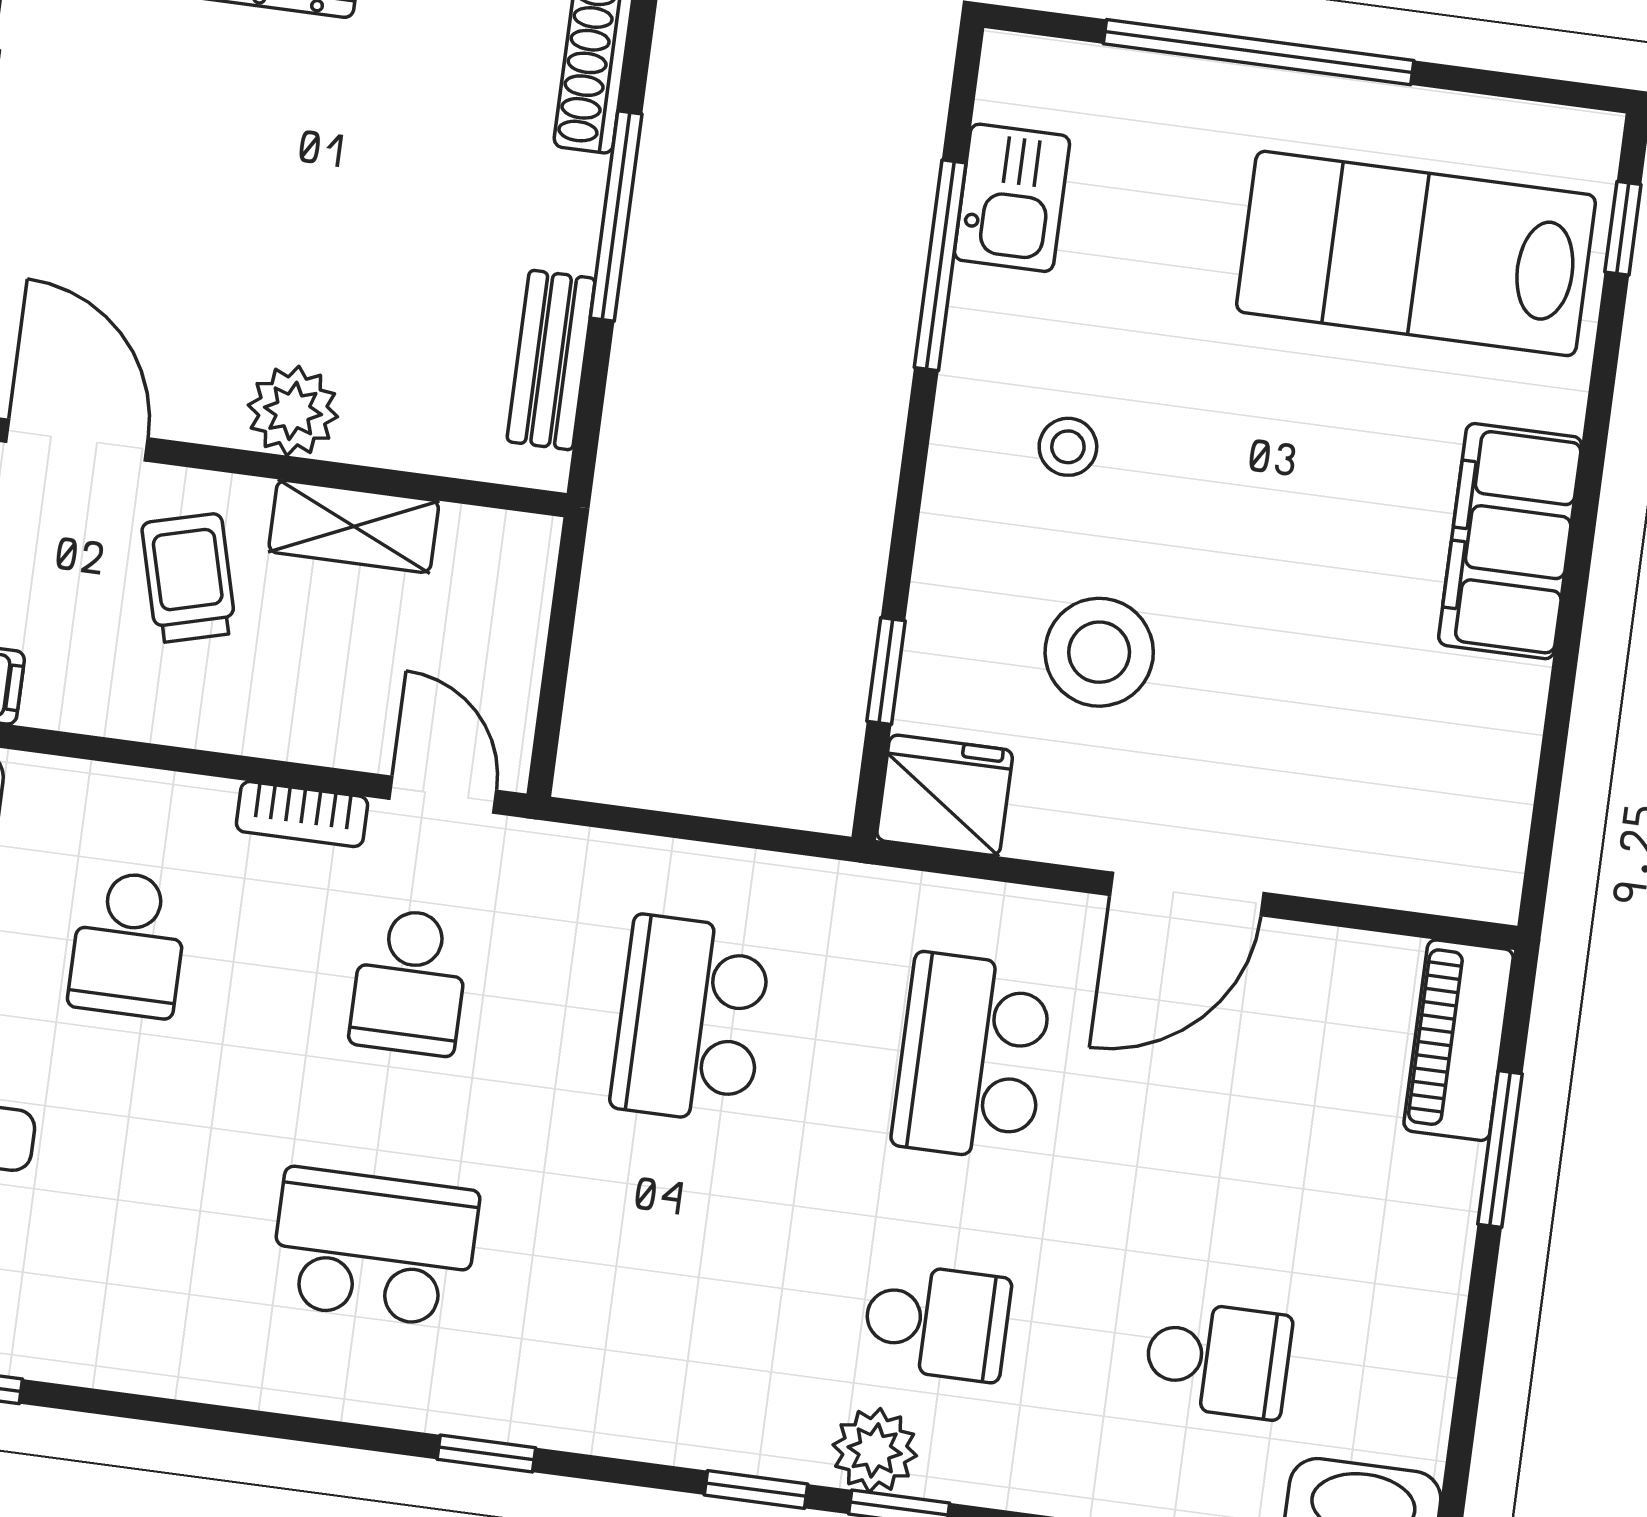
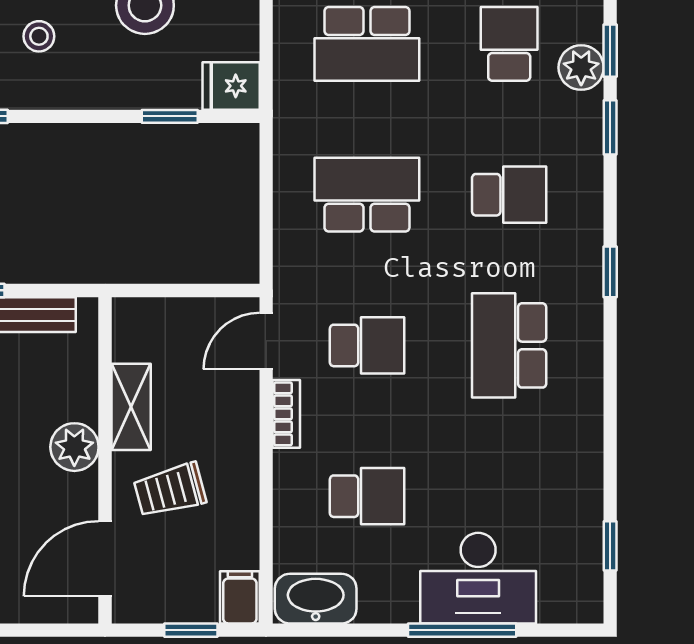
fridge: (945, 795) -> (231, 86), width x0.72
school desk: (691, 1019) -> (367, 195), turned 180
school desk: (655, 1285) -> (509, 195), added

